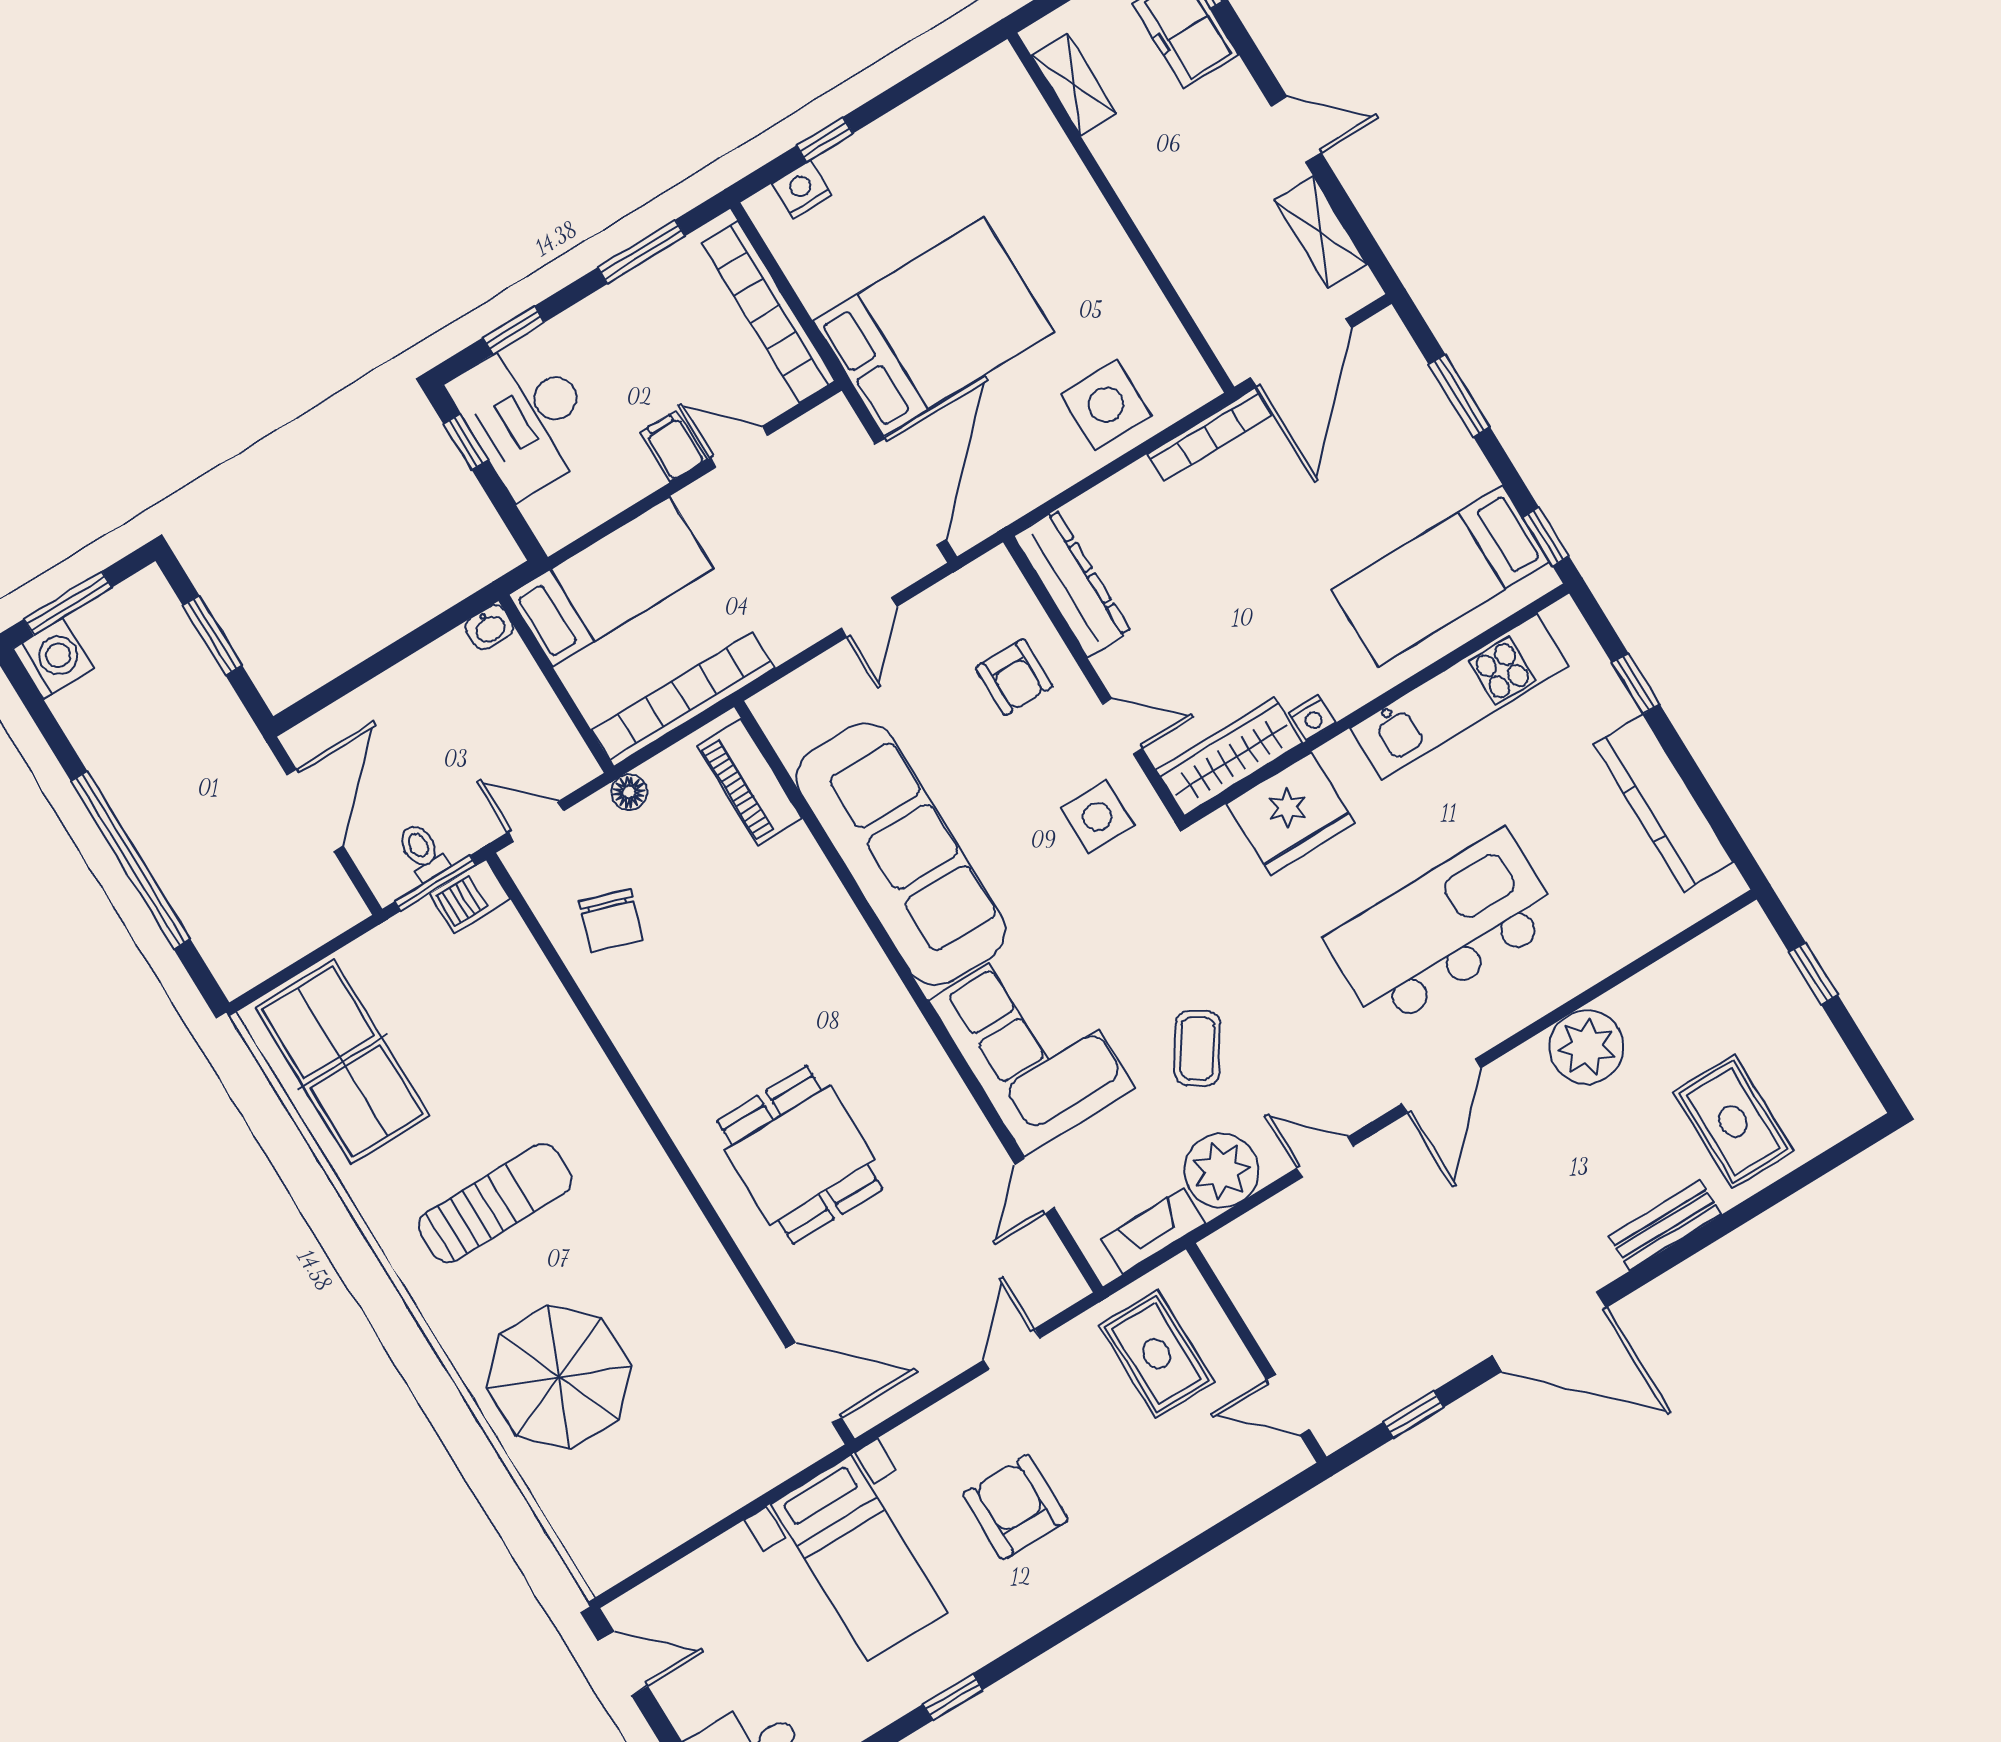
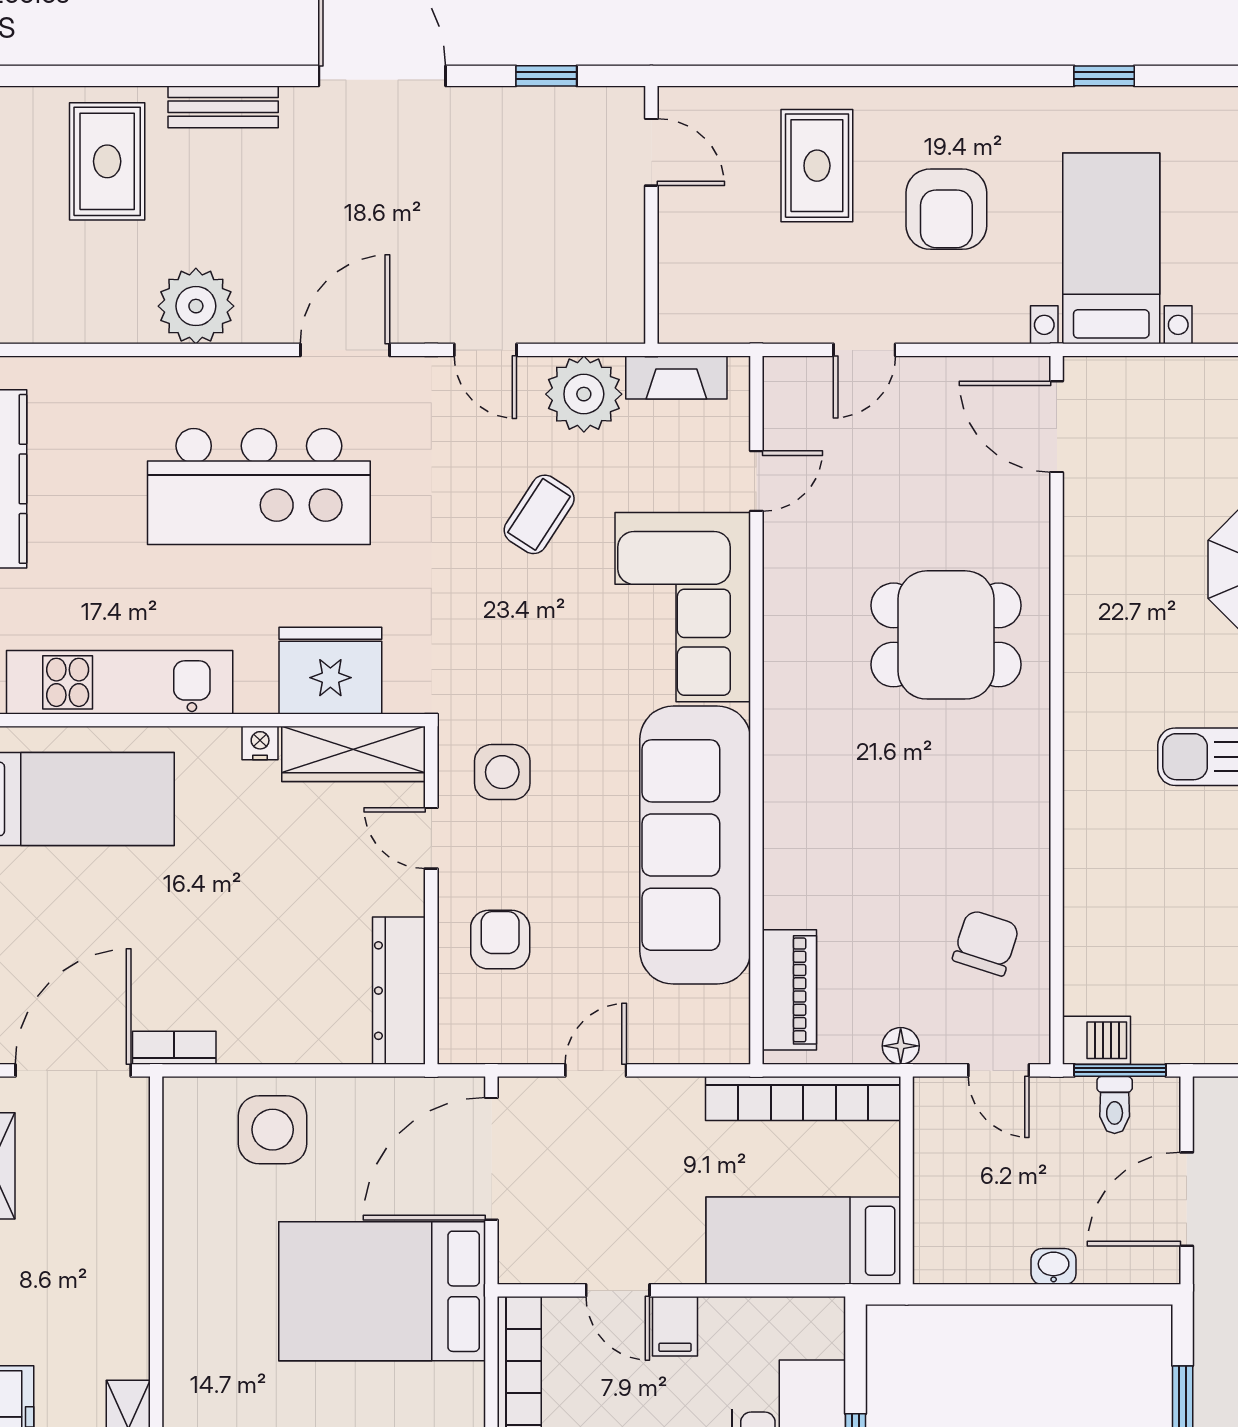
bookcase: (1209, 434) -> (174, 1048), width x0.64
washbasin: (489, 627) -> (1054, 1266), moved
dining table: (800, 1155) -> (946, 635), turned 90
rug: (1157, 1354) -> (817, 166), moved

